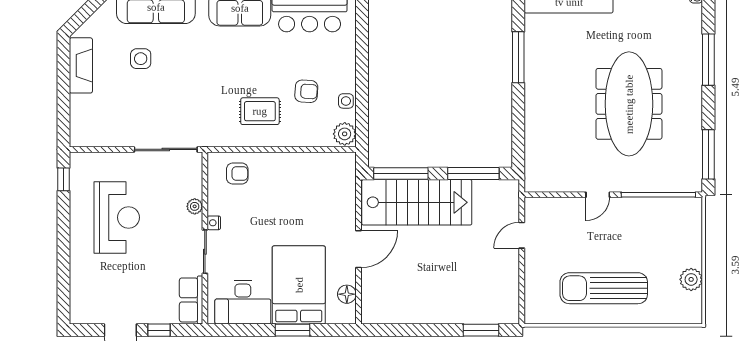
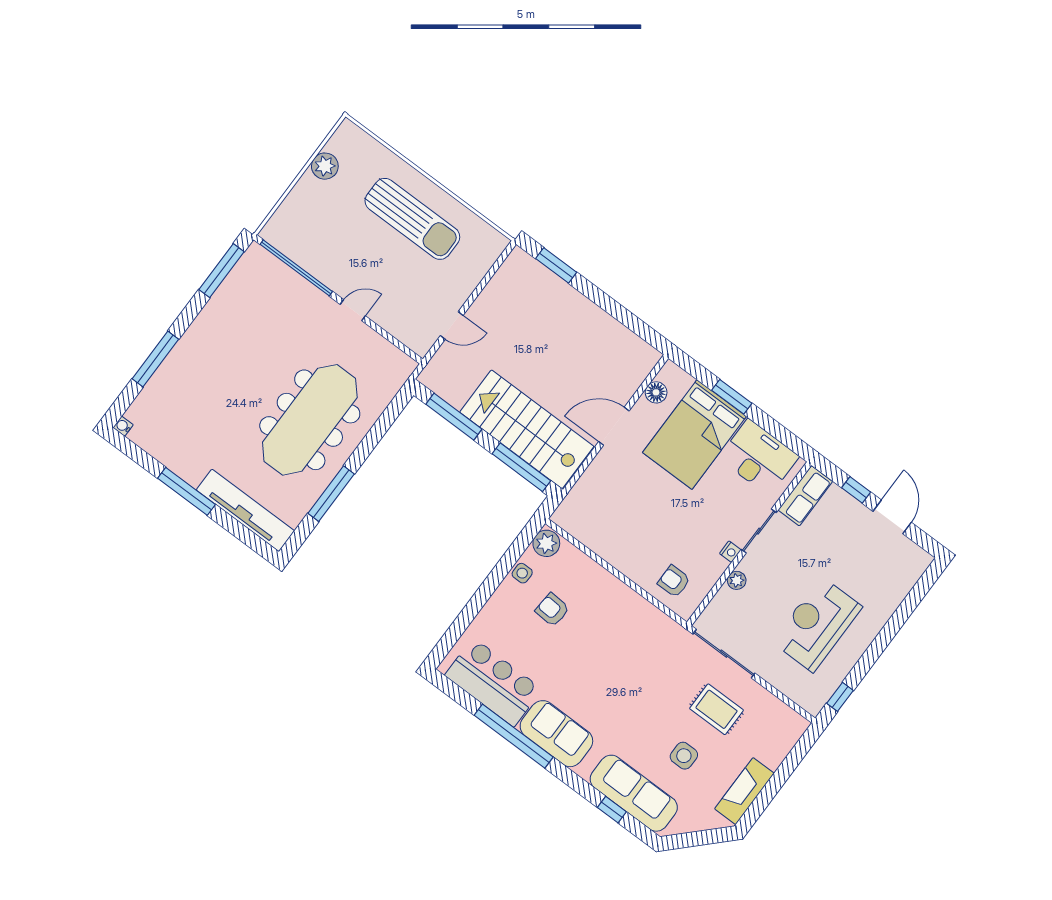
meeting table: (629, 104) -> (310, 420), moved
rug: (260, 111) -> (716, 709), moved

